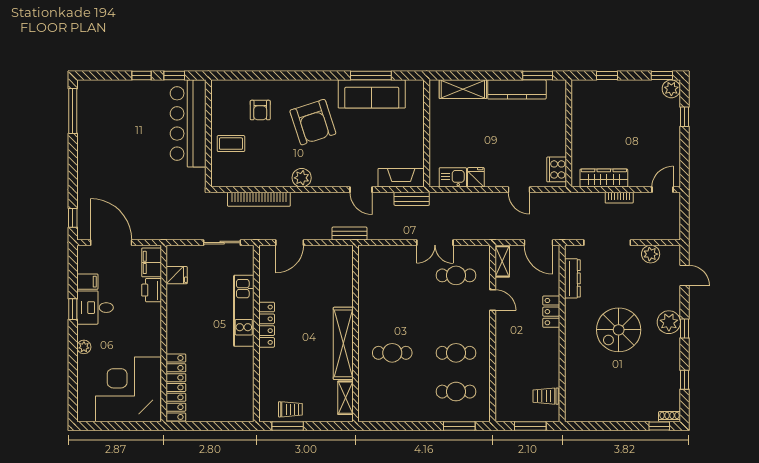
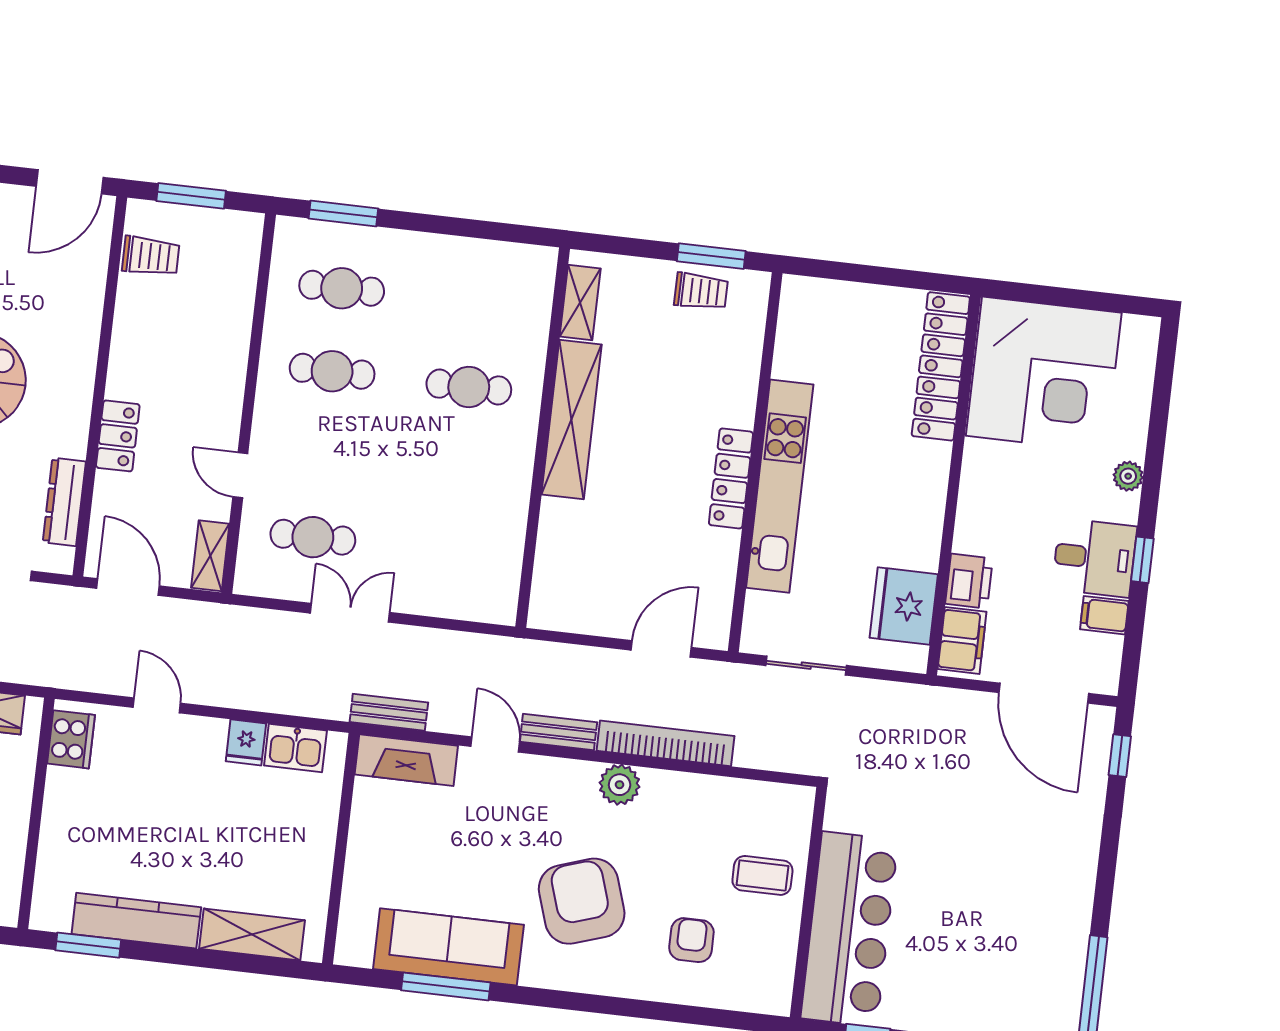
bookcase: (259, 199) -> (665, 743), moved
bench: (349, 233) -> (558, 732), moved
fridge: (177, 275) -> (904, 606), width x1.88, depth x1.34
kitchen unit: (244, 311) -> (780, 486), width x1.36
trolley: (290, 409) -> (701, 291), turned 180
door: (587, 426) -> (70, 182), added

